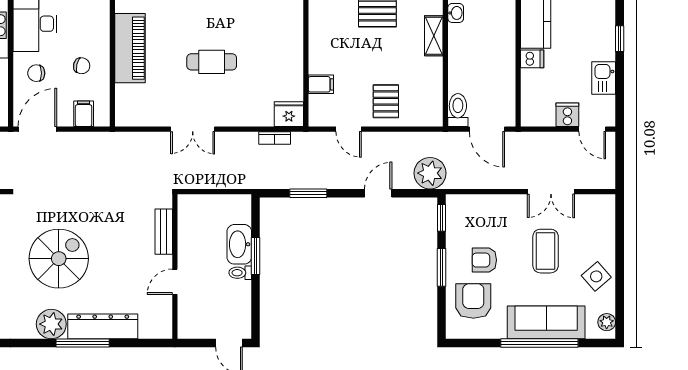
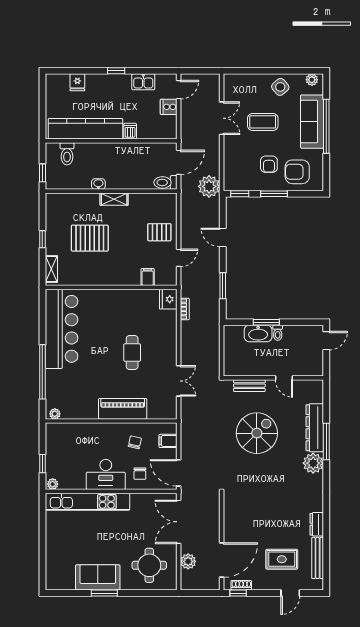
double door: (193, 129) -> (179, 381), moved
plant: (430, 173) -> (209, 186), moved
spiral stairs: (59, 259) -> (257, 433), moved, turned 90

